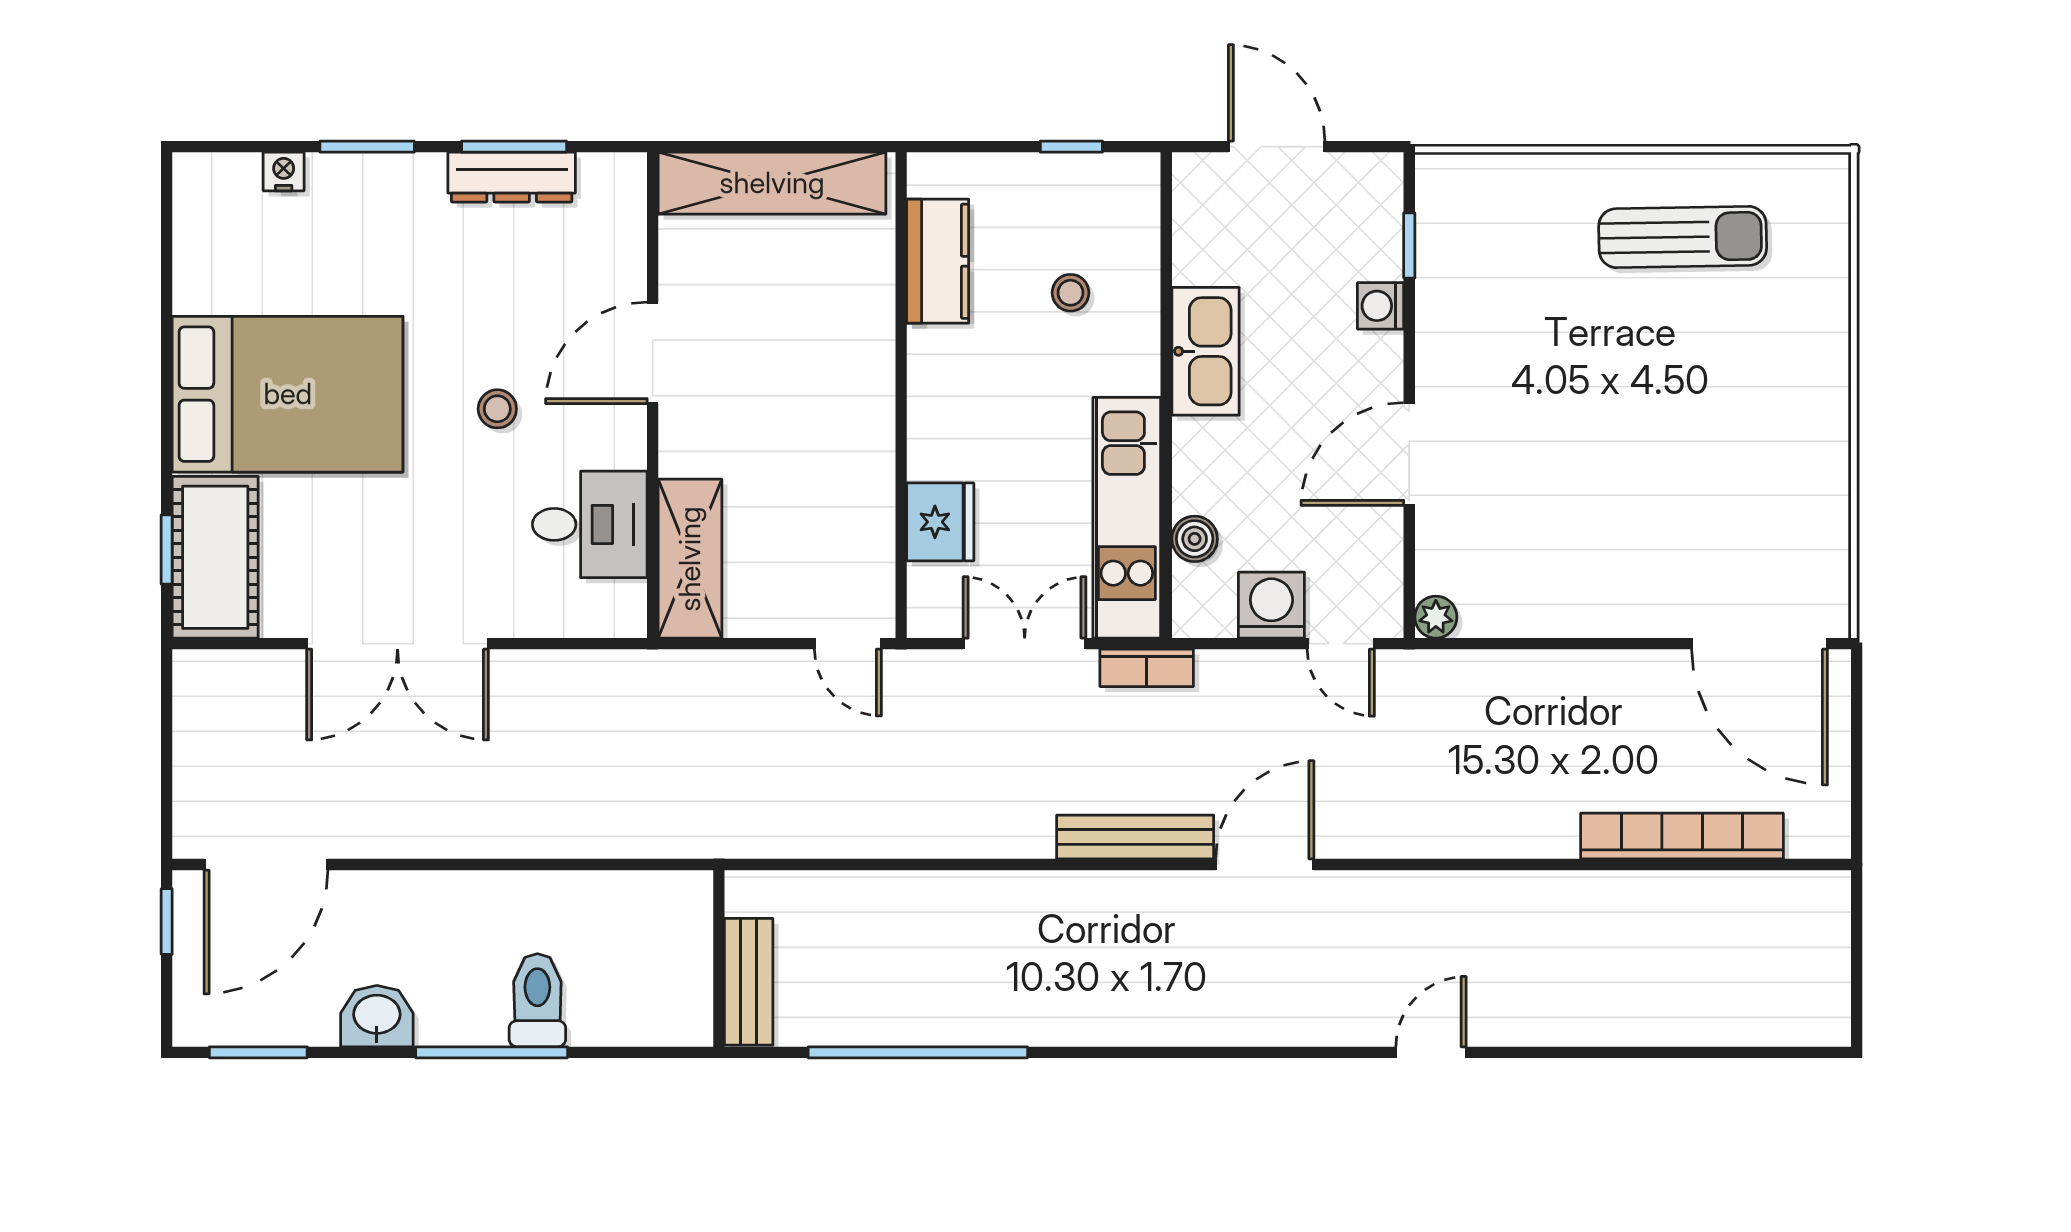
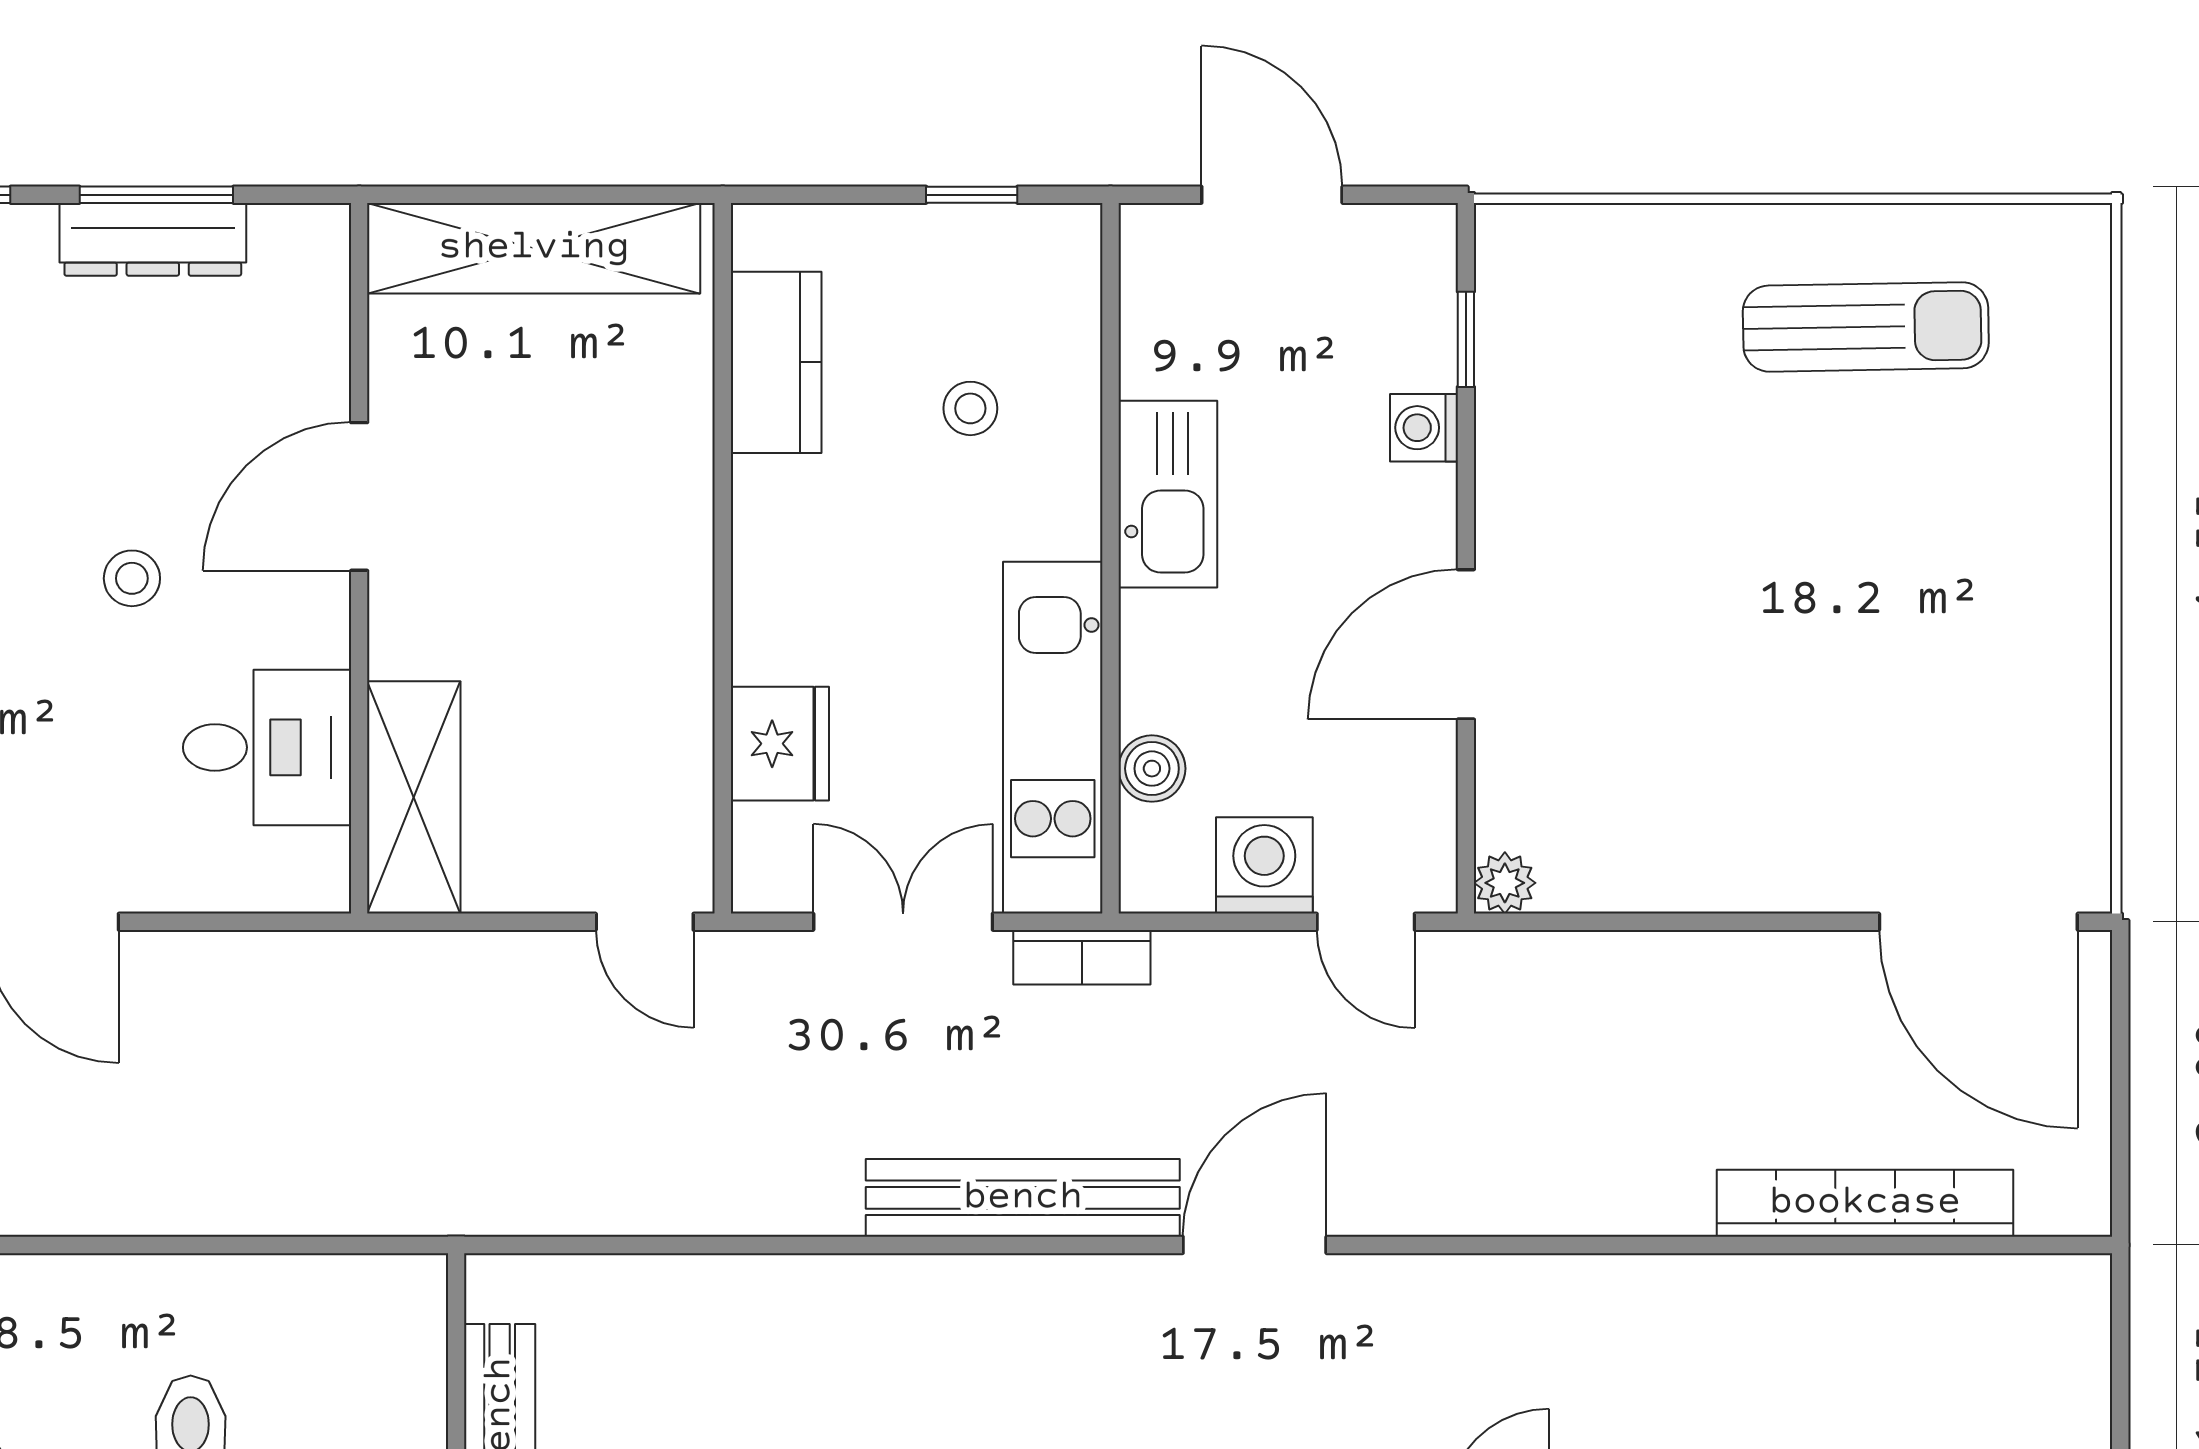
bench: (1135, 837) -> (1023, 1198), width x1.37, depth x1.21

